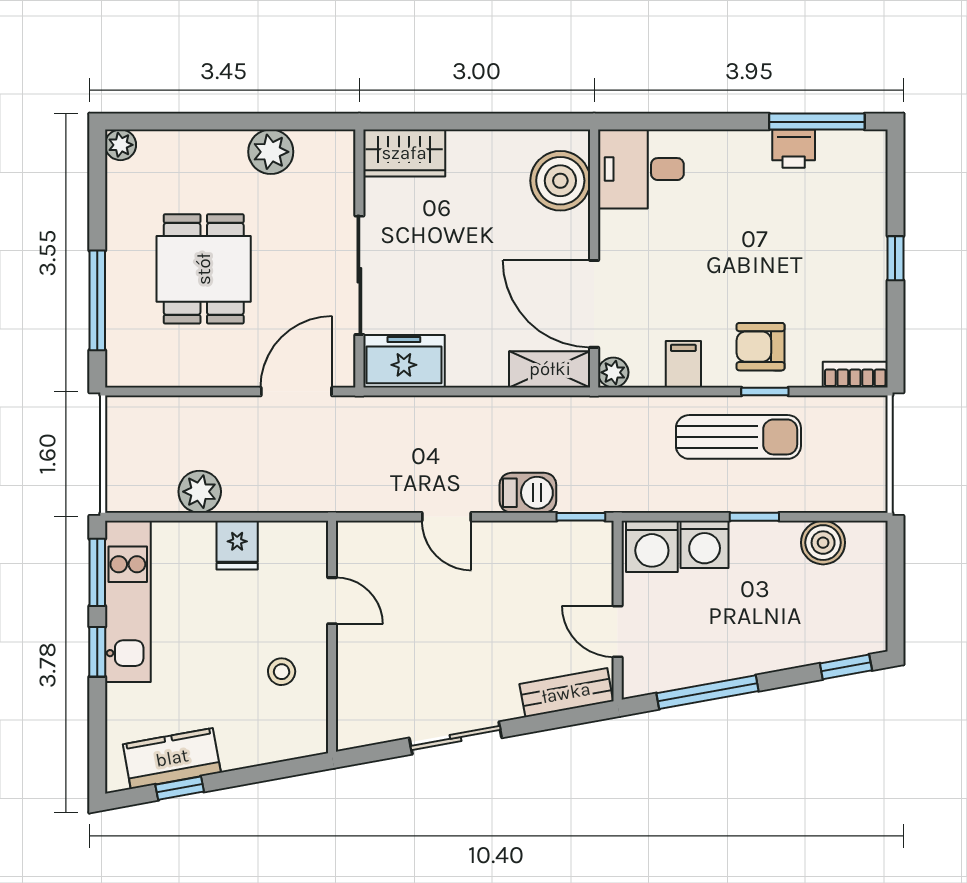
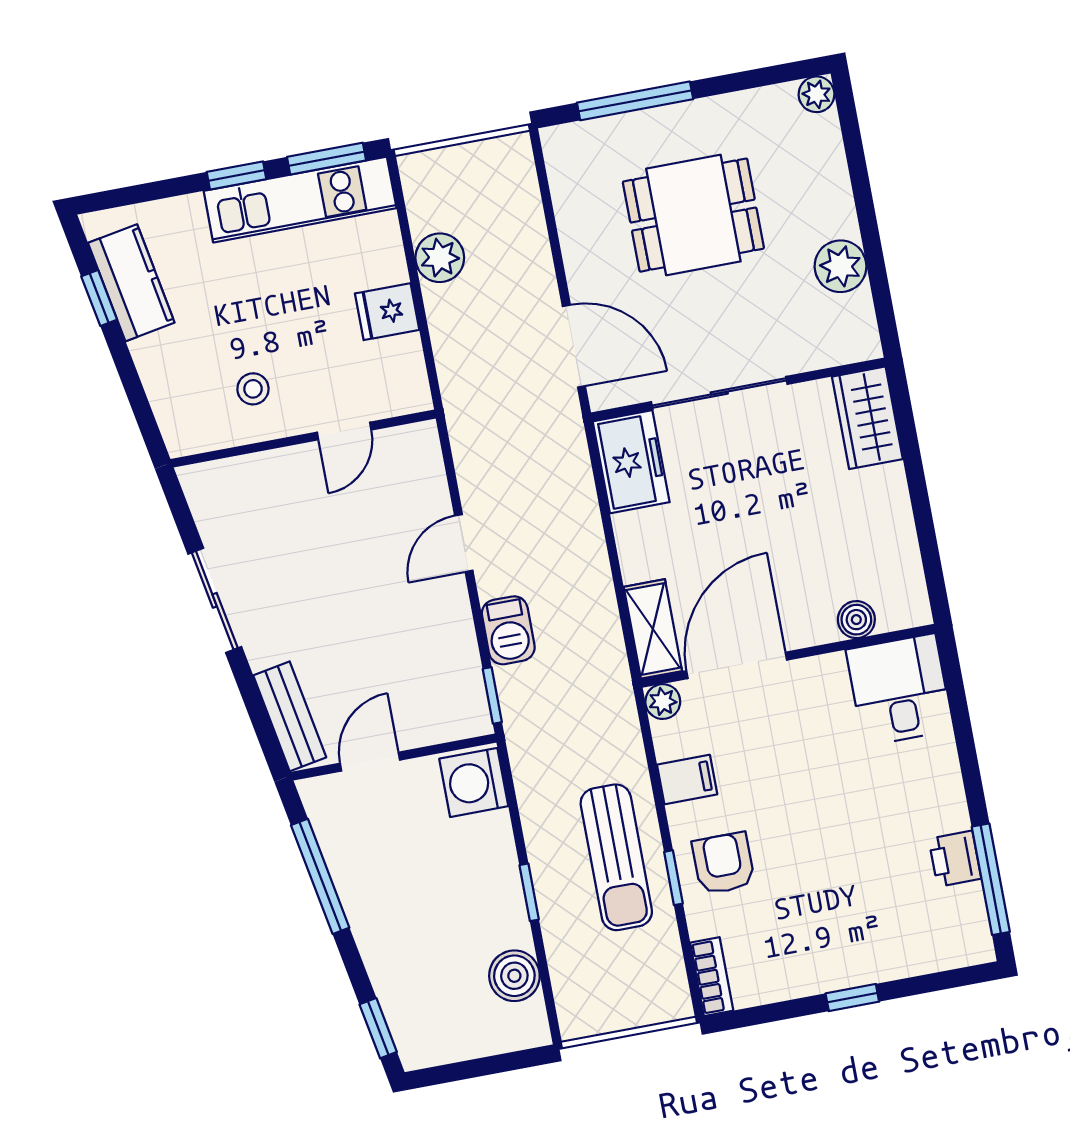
boiler: (560, 181) -> (856, 620), width x0.54, depth x0.54
washing machine: (705, 544) -> (487, 842), removed

